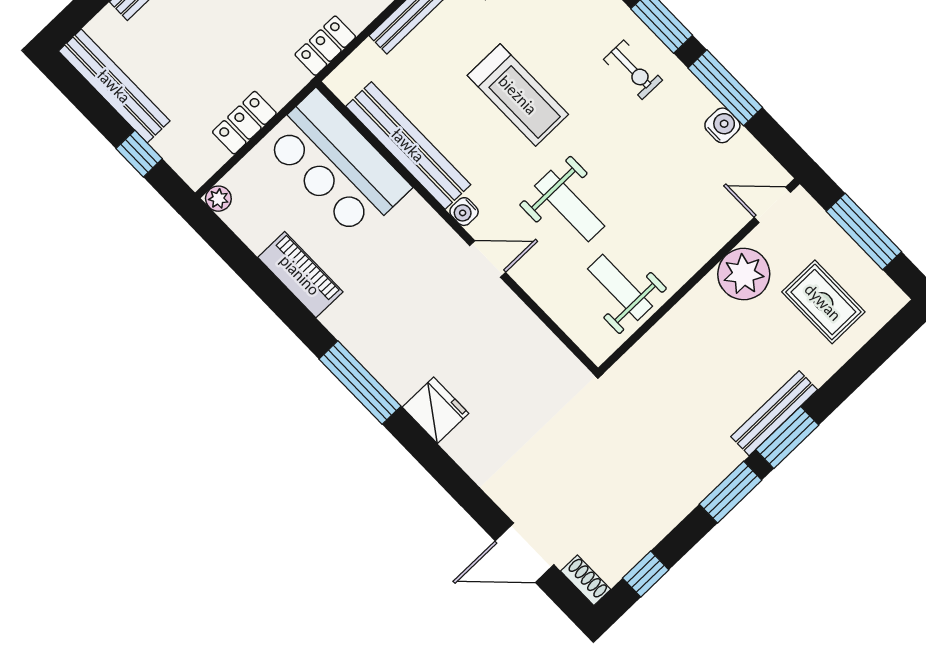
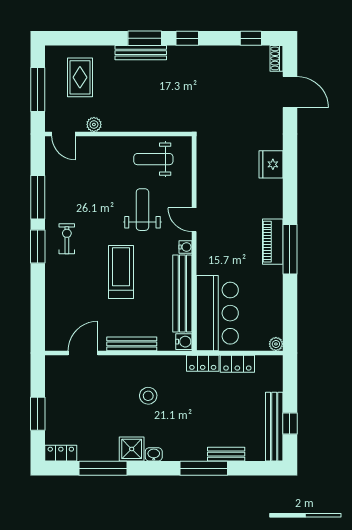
locker: (325, 46) -> (203, 363), moved
water cooler: (722, 125) -> (184, 342), moved, turned 180
window: (139, 154) -> (290, 424), moved
plant: (744, 274) -> (94, 124), width x0.53, depth x0.53
piano: (300, 275) -> (273, 242), moved
weight bench: (620, 287) -> (153, 159), turned 90
window: (360, 383) -> (290, 249), moved
fridge: (436, 410) -> (271, 164), moved
window: (731, 492) -> (187, 38), width x0.67

